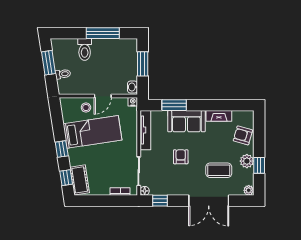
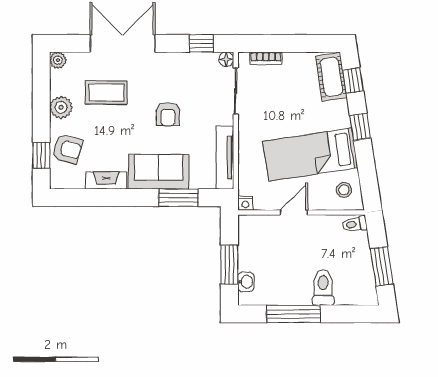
toilet: (63, 74) -> (355, 224), moved
washbasin: (133, 87) -> (246, 282), moved
stool: (86, 108) -> (344, 190), moved
window: (259, 165) -> (41, 155), moved

